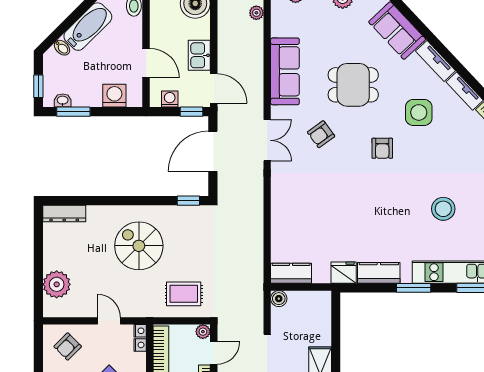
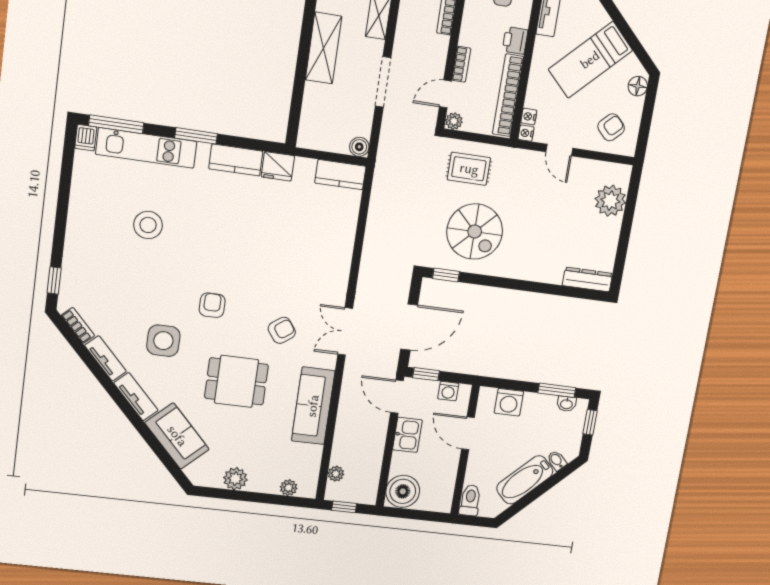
spiral stairs: (139, 246) -> (475, 232), moved

